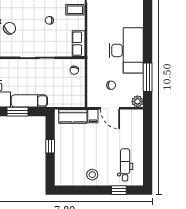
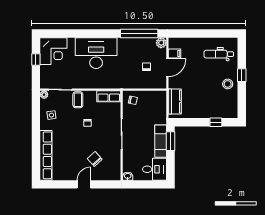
desk: (126, 50) -> (96, 53), moved
window: (148, 77) -> (139, 34), width x1.46
window: (18, 112) -> (170, 141), moved
filing cabinet: (93, 116) -> (175, 53), moved
window: (50, 146) -> (216, 122), moved
window: (119, 190) -> (242, 75), moved

